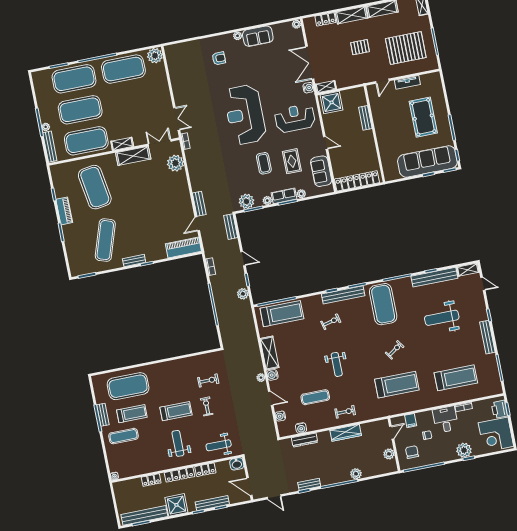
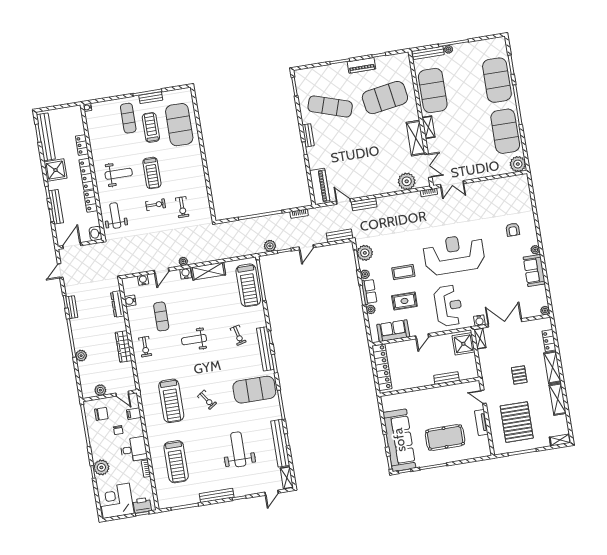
exercise mat: (80, 110) -> (465, 85), removed
treadmill: (132, 414) -> (151, 127), turned 180

